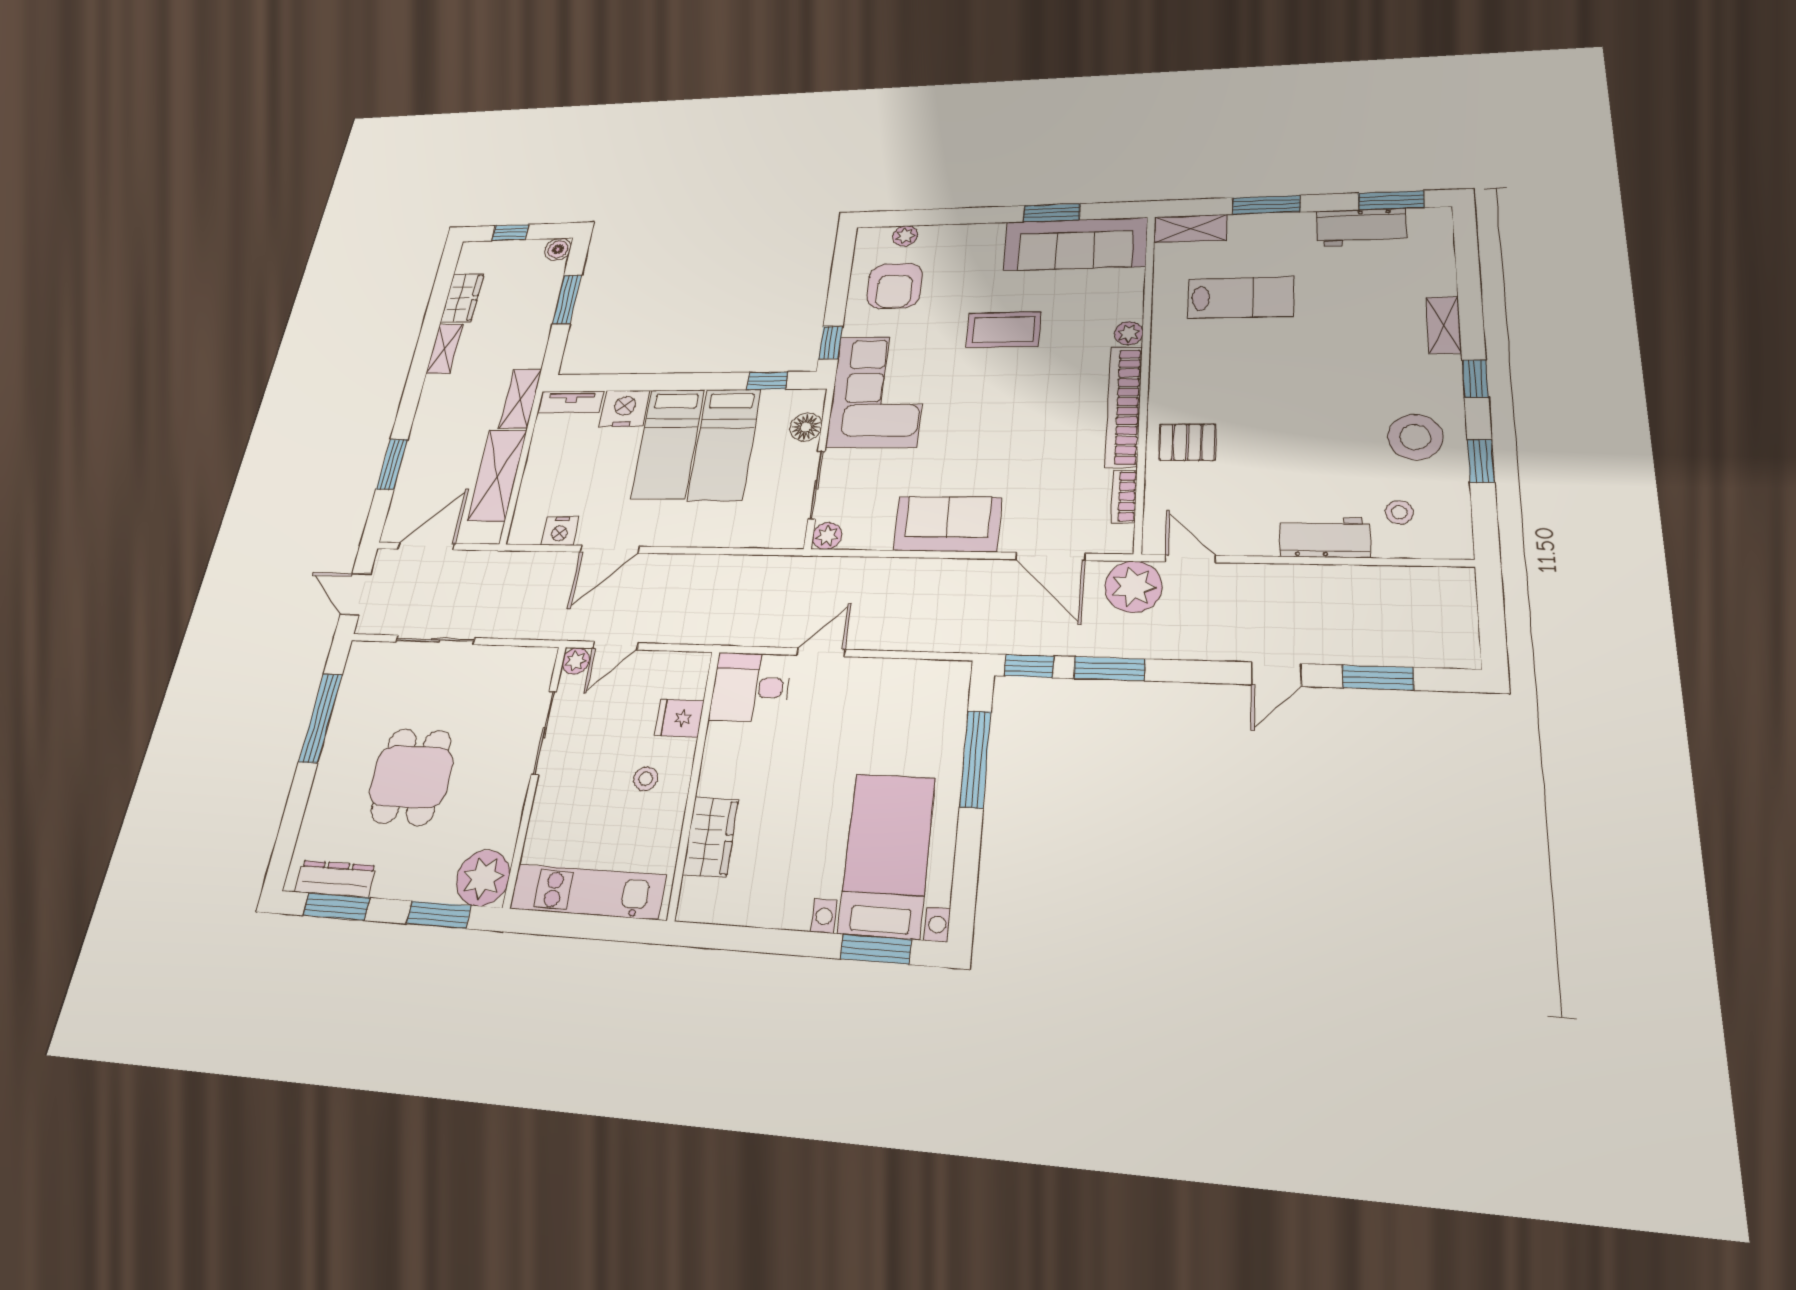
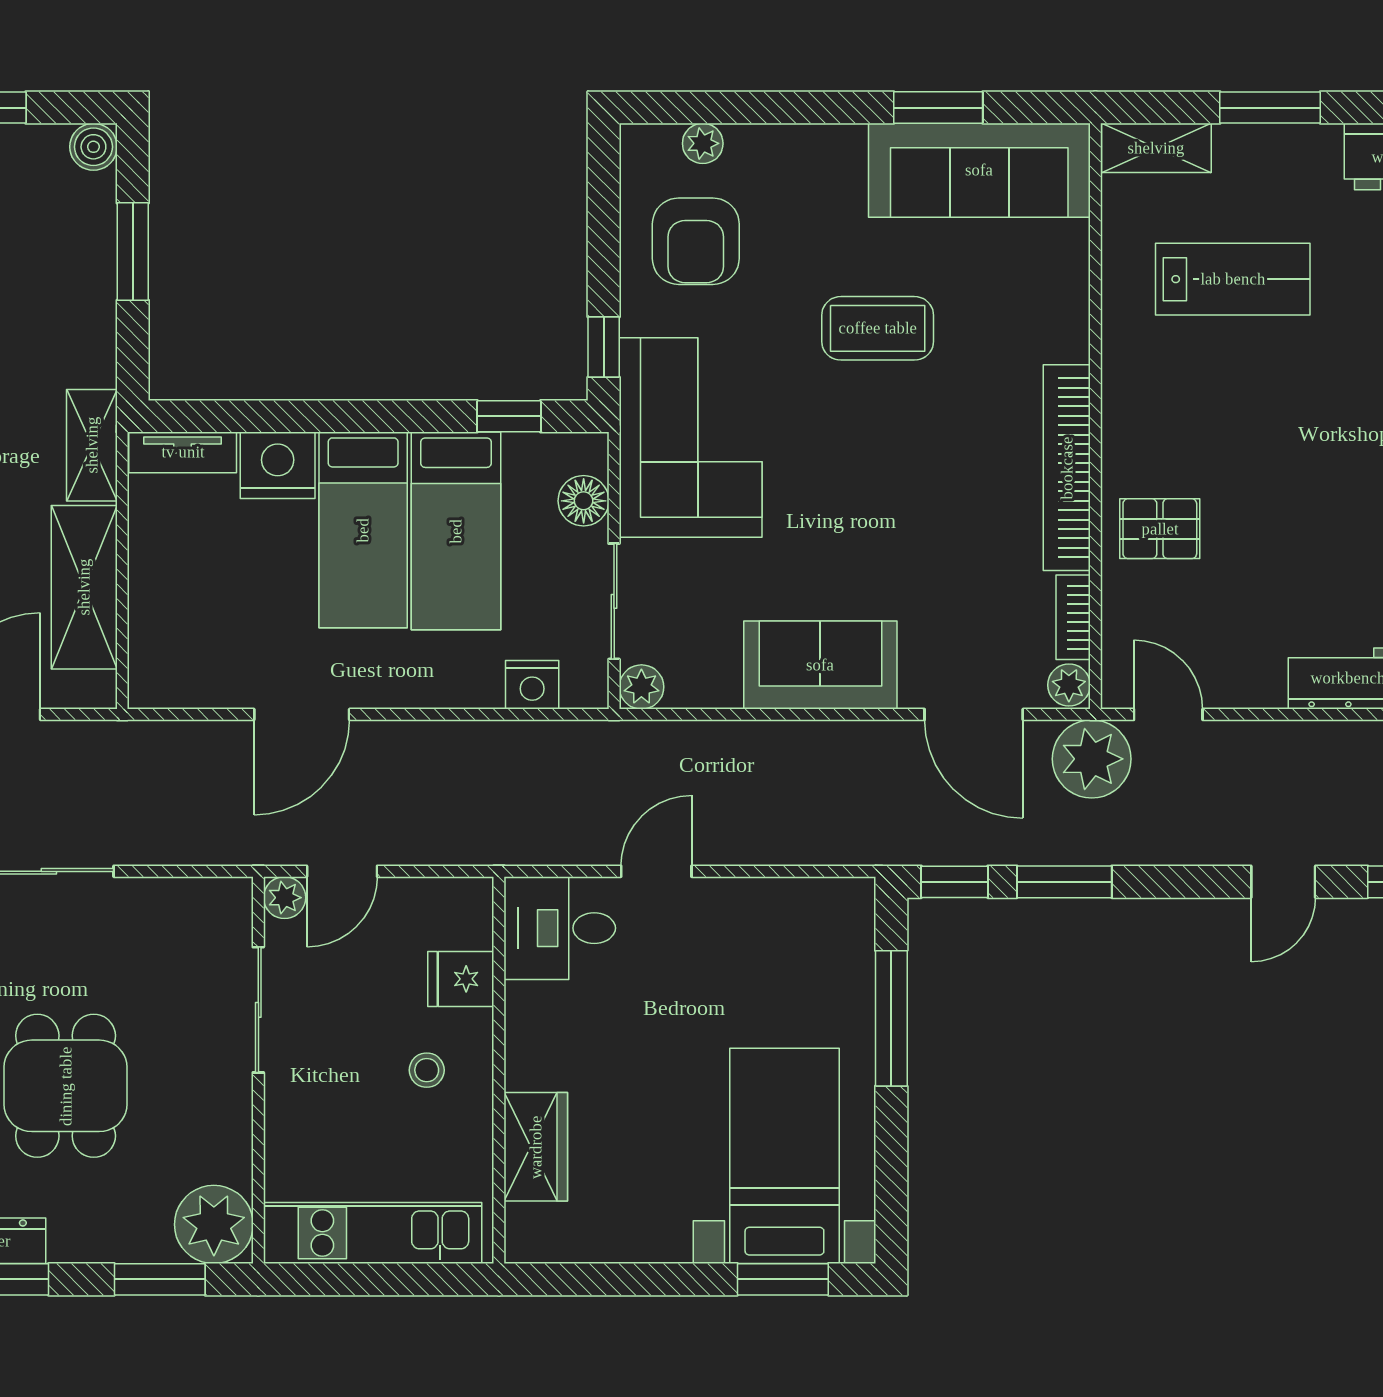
plant: (1129, 333) -> (1069, 685), moved
nightstand: (560, 531) -> (532, 685), moved

